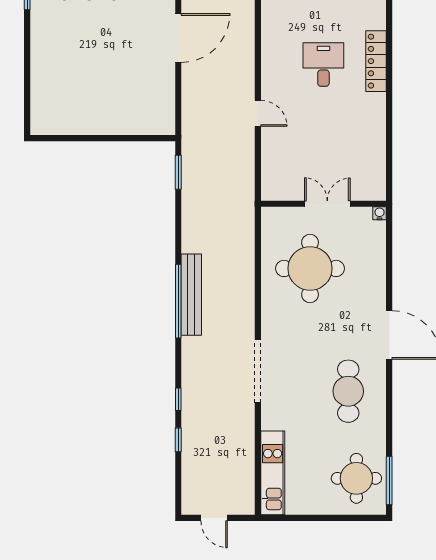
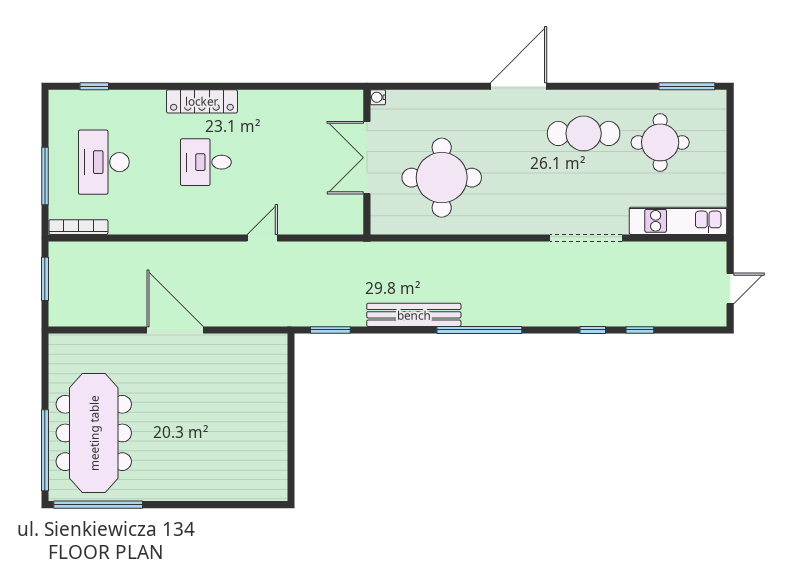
double door: (327, 204) -> (367, 158), width x1.37
bench: (191, 295) -> (414, 315), moved
doorway: (258, 371) -> (586, 238), moved
round table: (356, 478) -> (660, 142), moved

